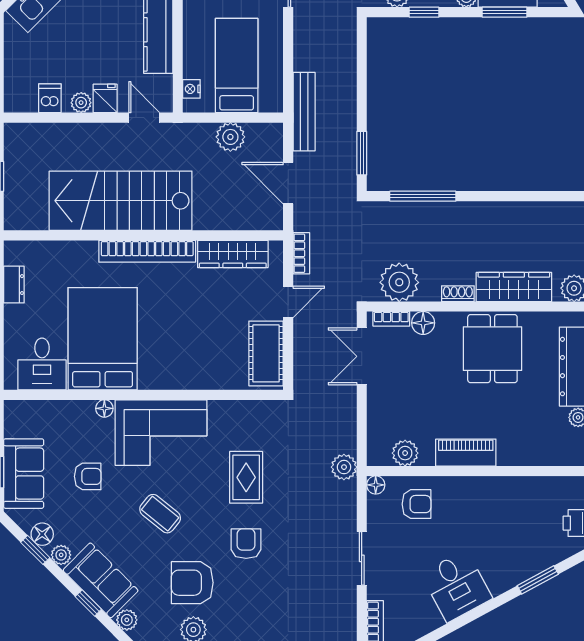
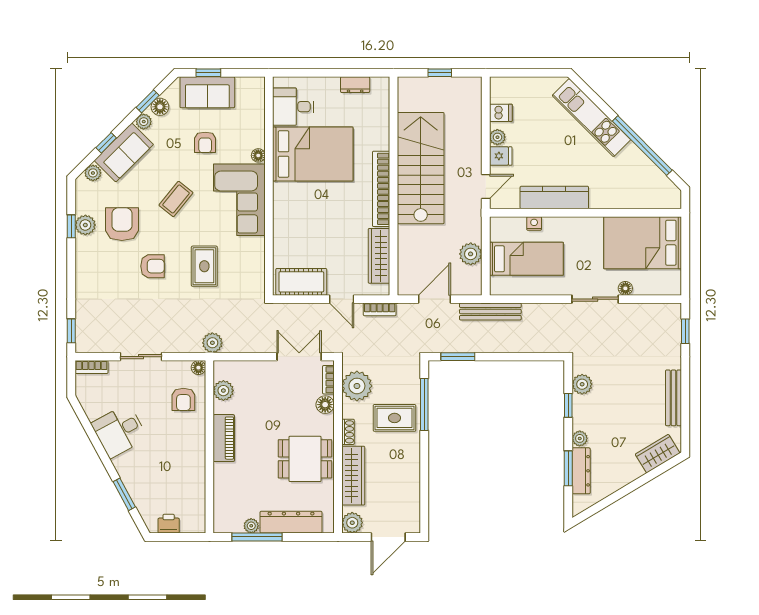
nightstand: (191, 89) -> (534, 223), moved
rug: (440, 234) -> (394, 418), added
rug: (246, 477) -> (204, 266), turned 90

